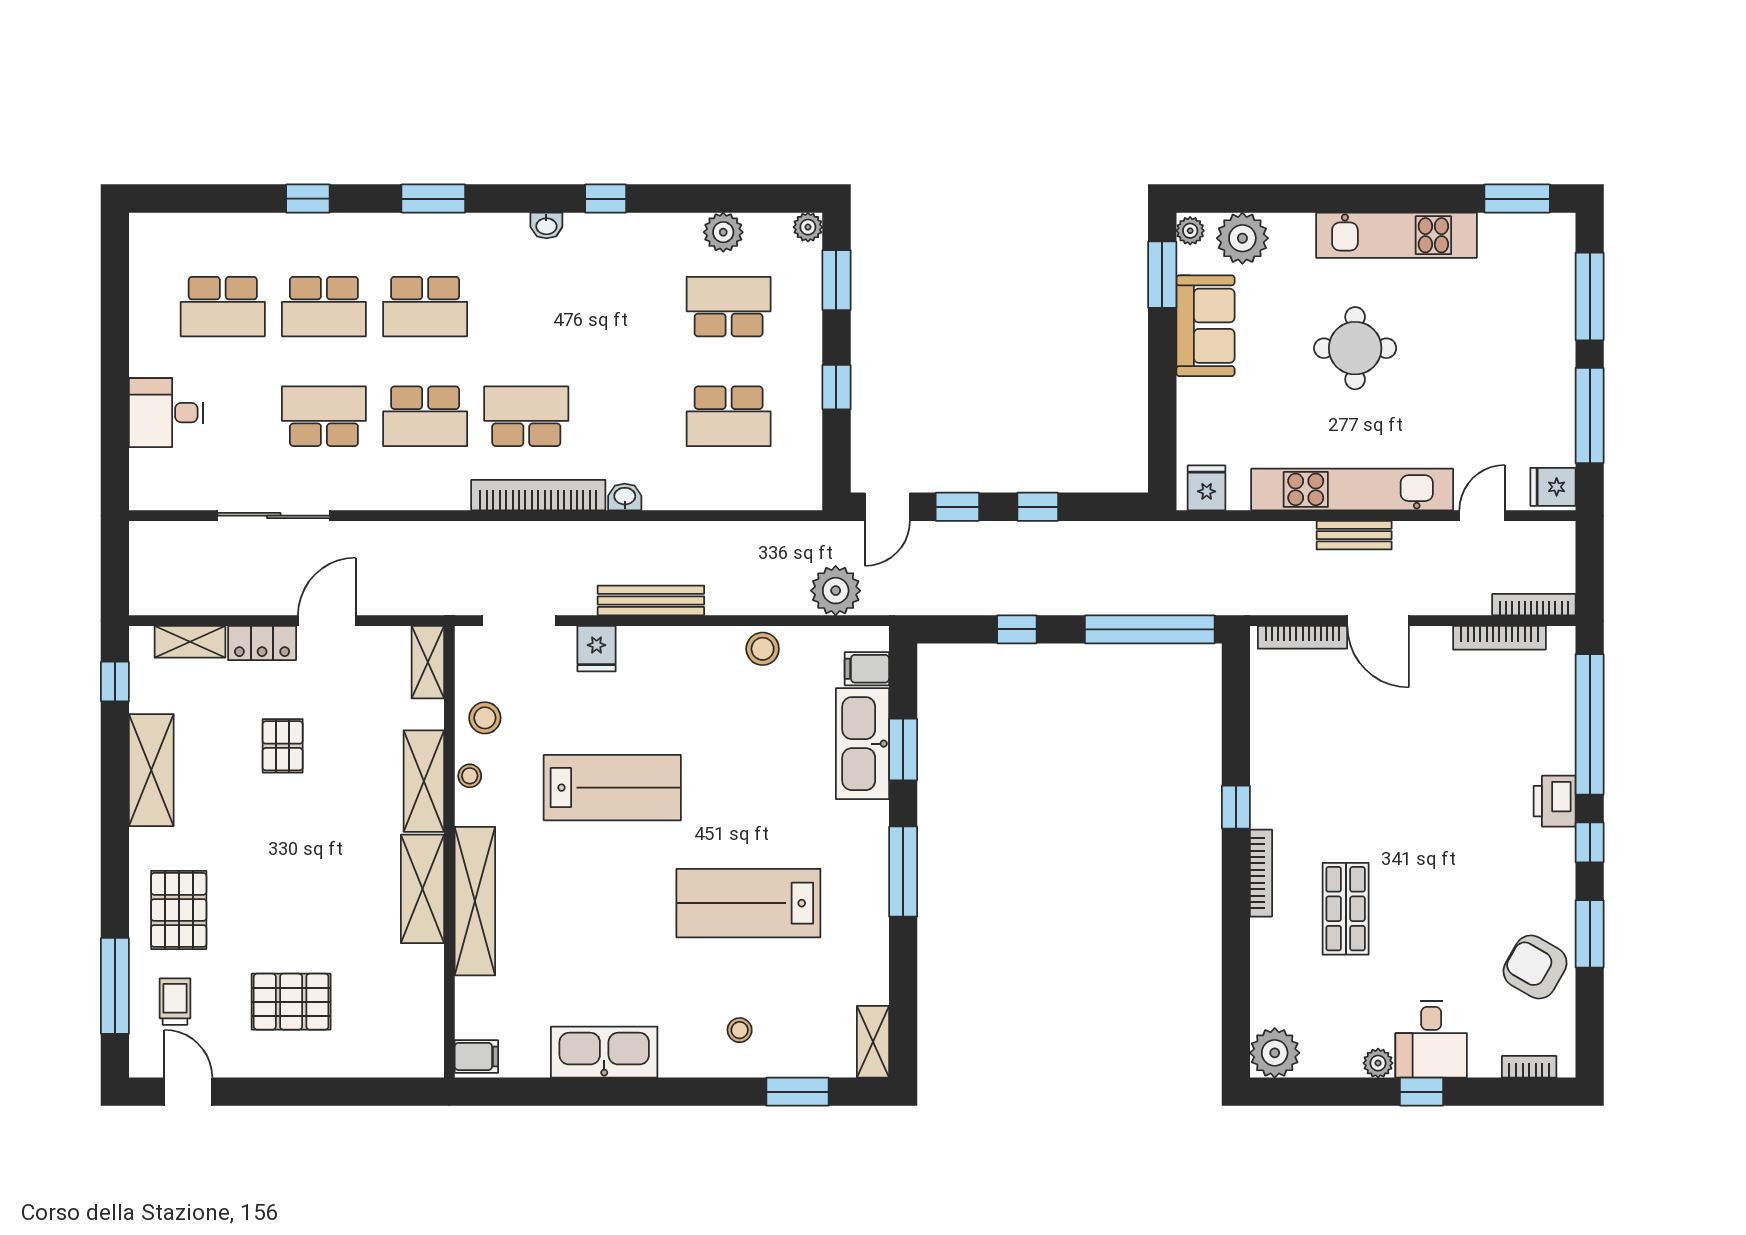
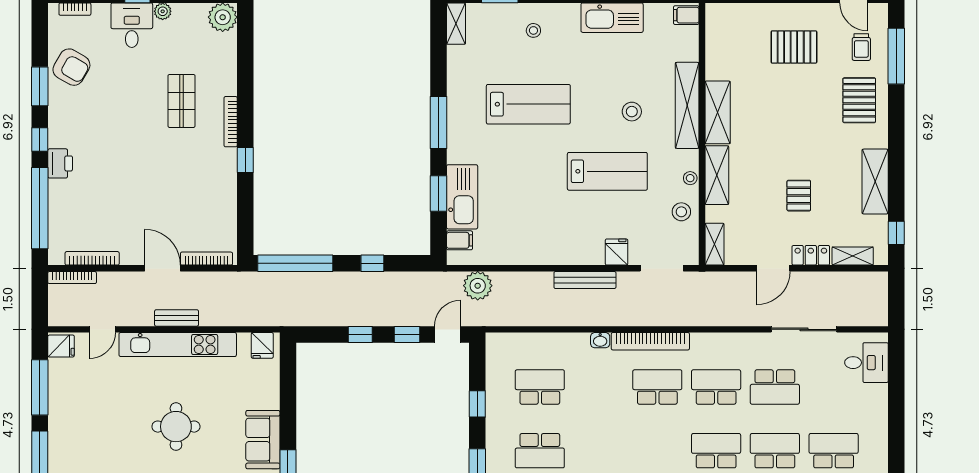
desk: (166, 413) -> (866, 363), moved
school desk: (526, 416) -> (657, 387), turned 180
stool: (763, 649) -> (632, 112), moved
lab bench: (612, 788) -> (607, 171), turned 180

